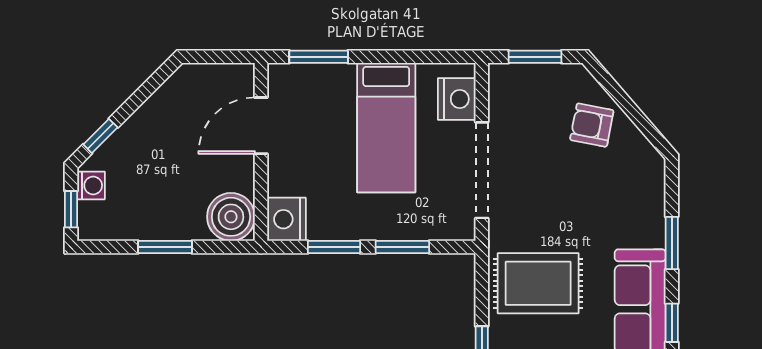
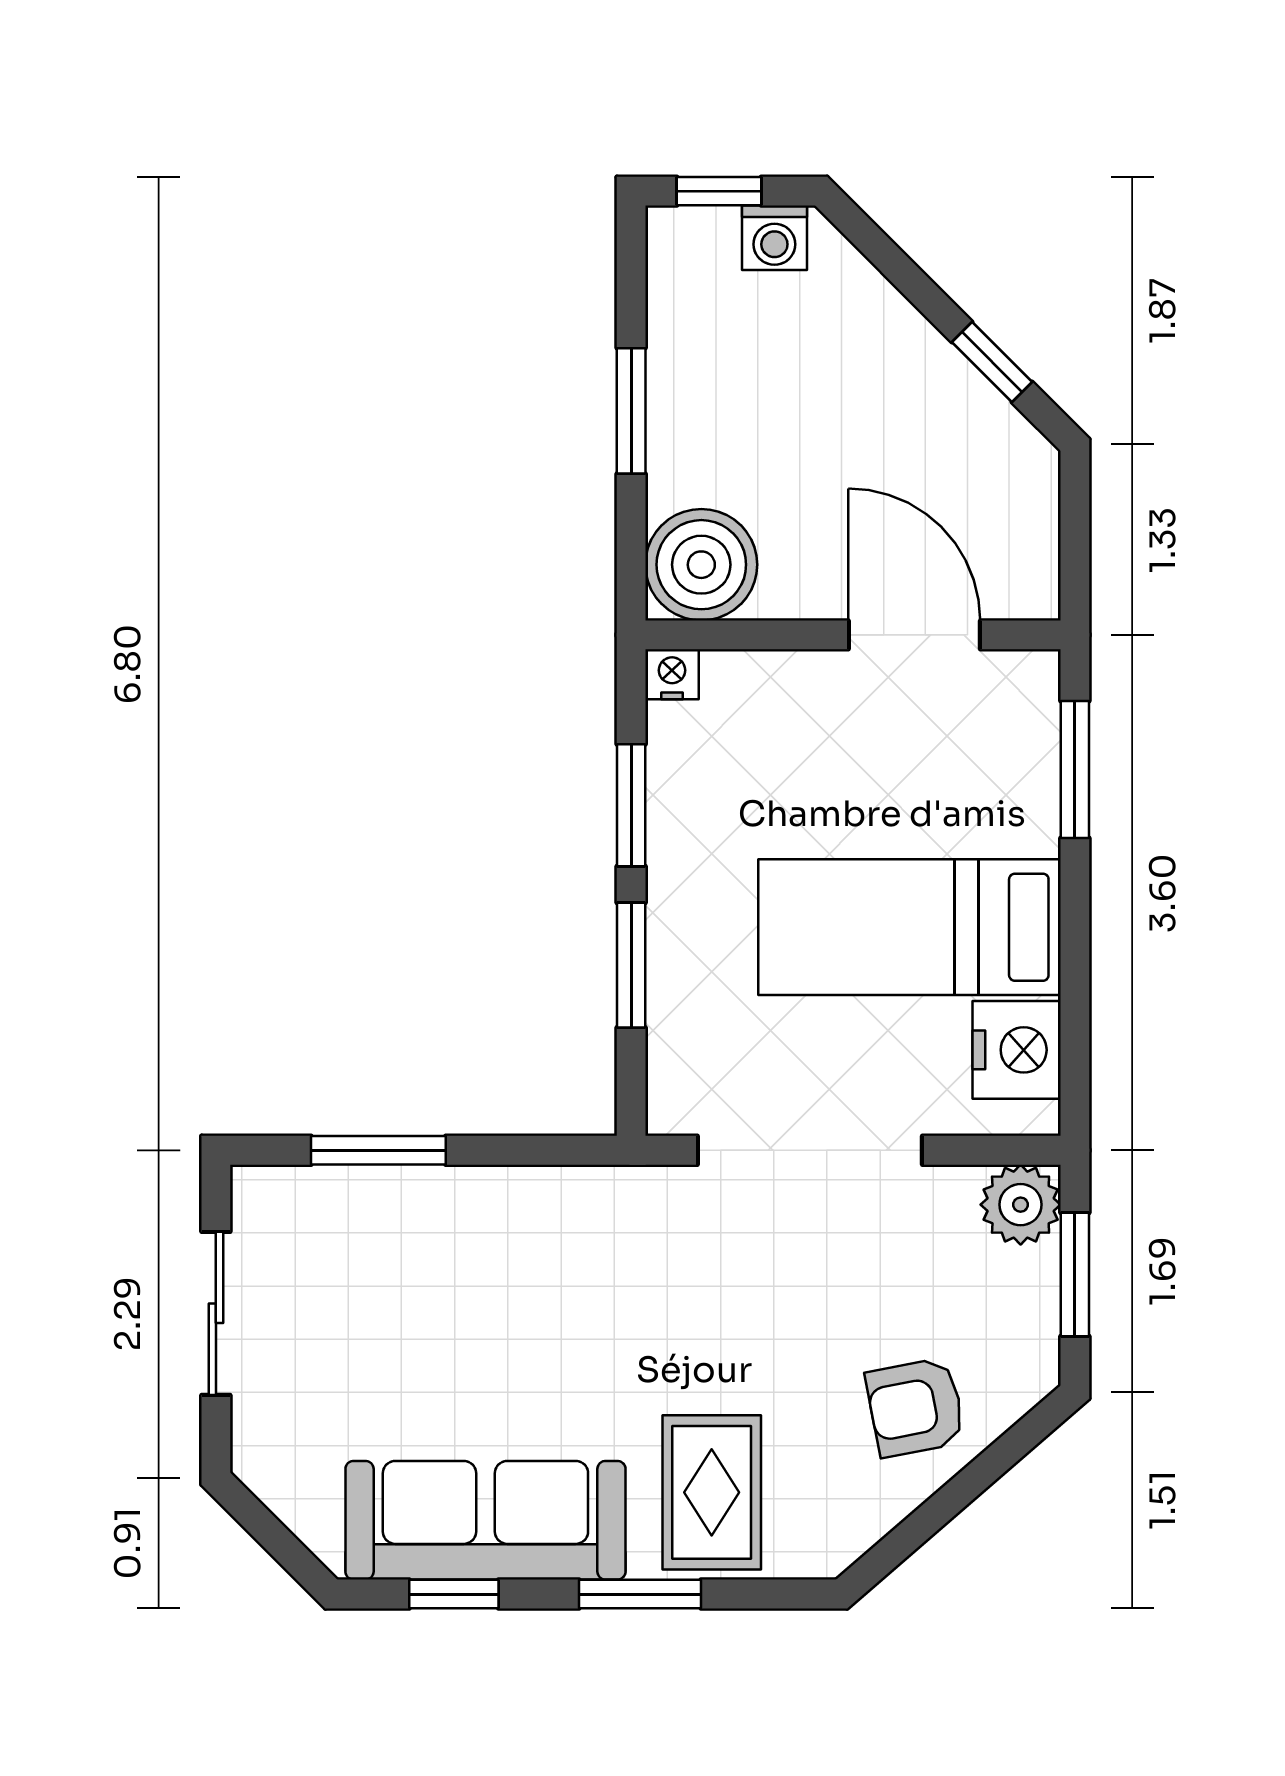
plant: (505, 80) -> (1021, 1205), added
nightstand: (457, 99) -> (1017, 1050), moved, turned -90
armchair: (592, 125) -> (916, 1407), turned -112
window: (100, 136) -> (992, 362), moved
nightstand: (286, 219) -> (672, 674), width x0.53, depth x0.56
rug: (538, 283) -> (712, 1492), moved, width x0.73, depth x0.70

